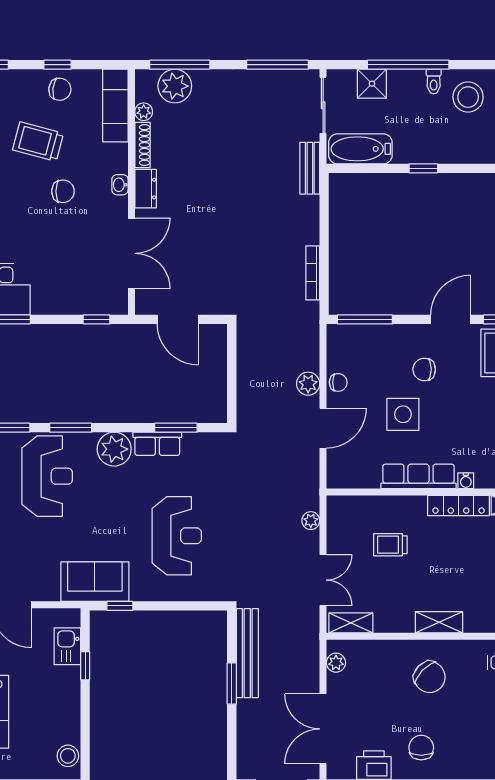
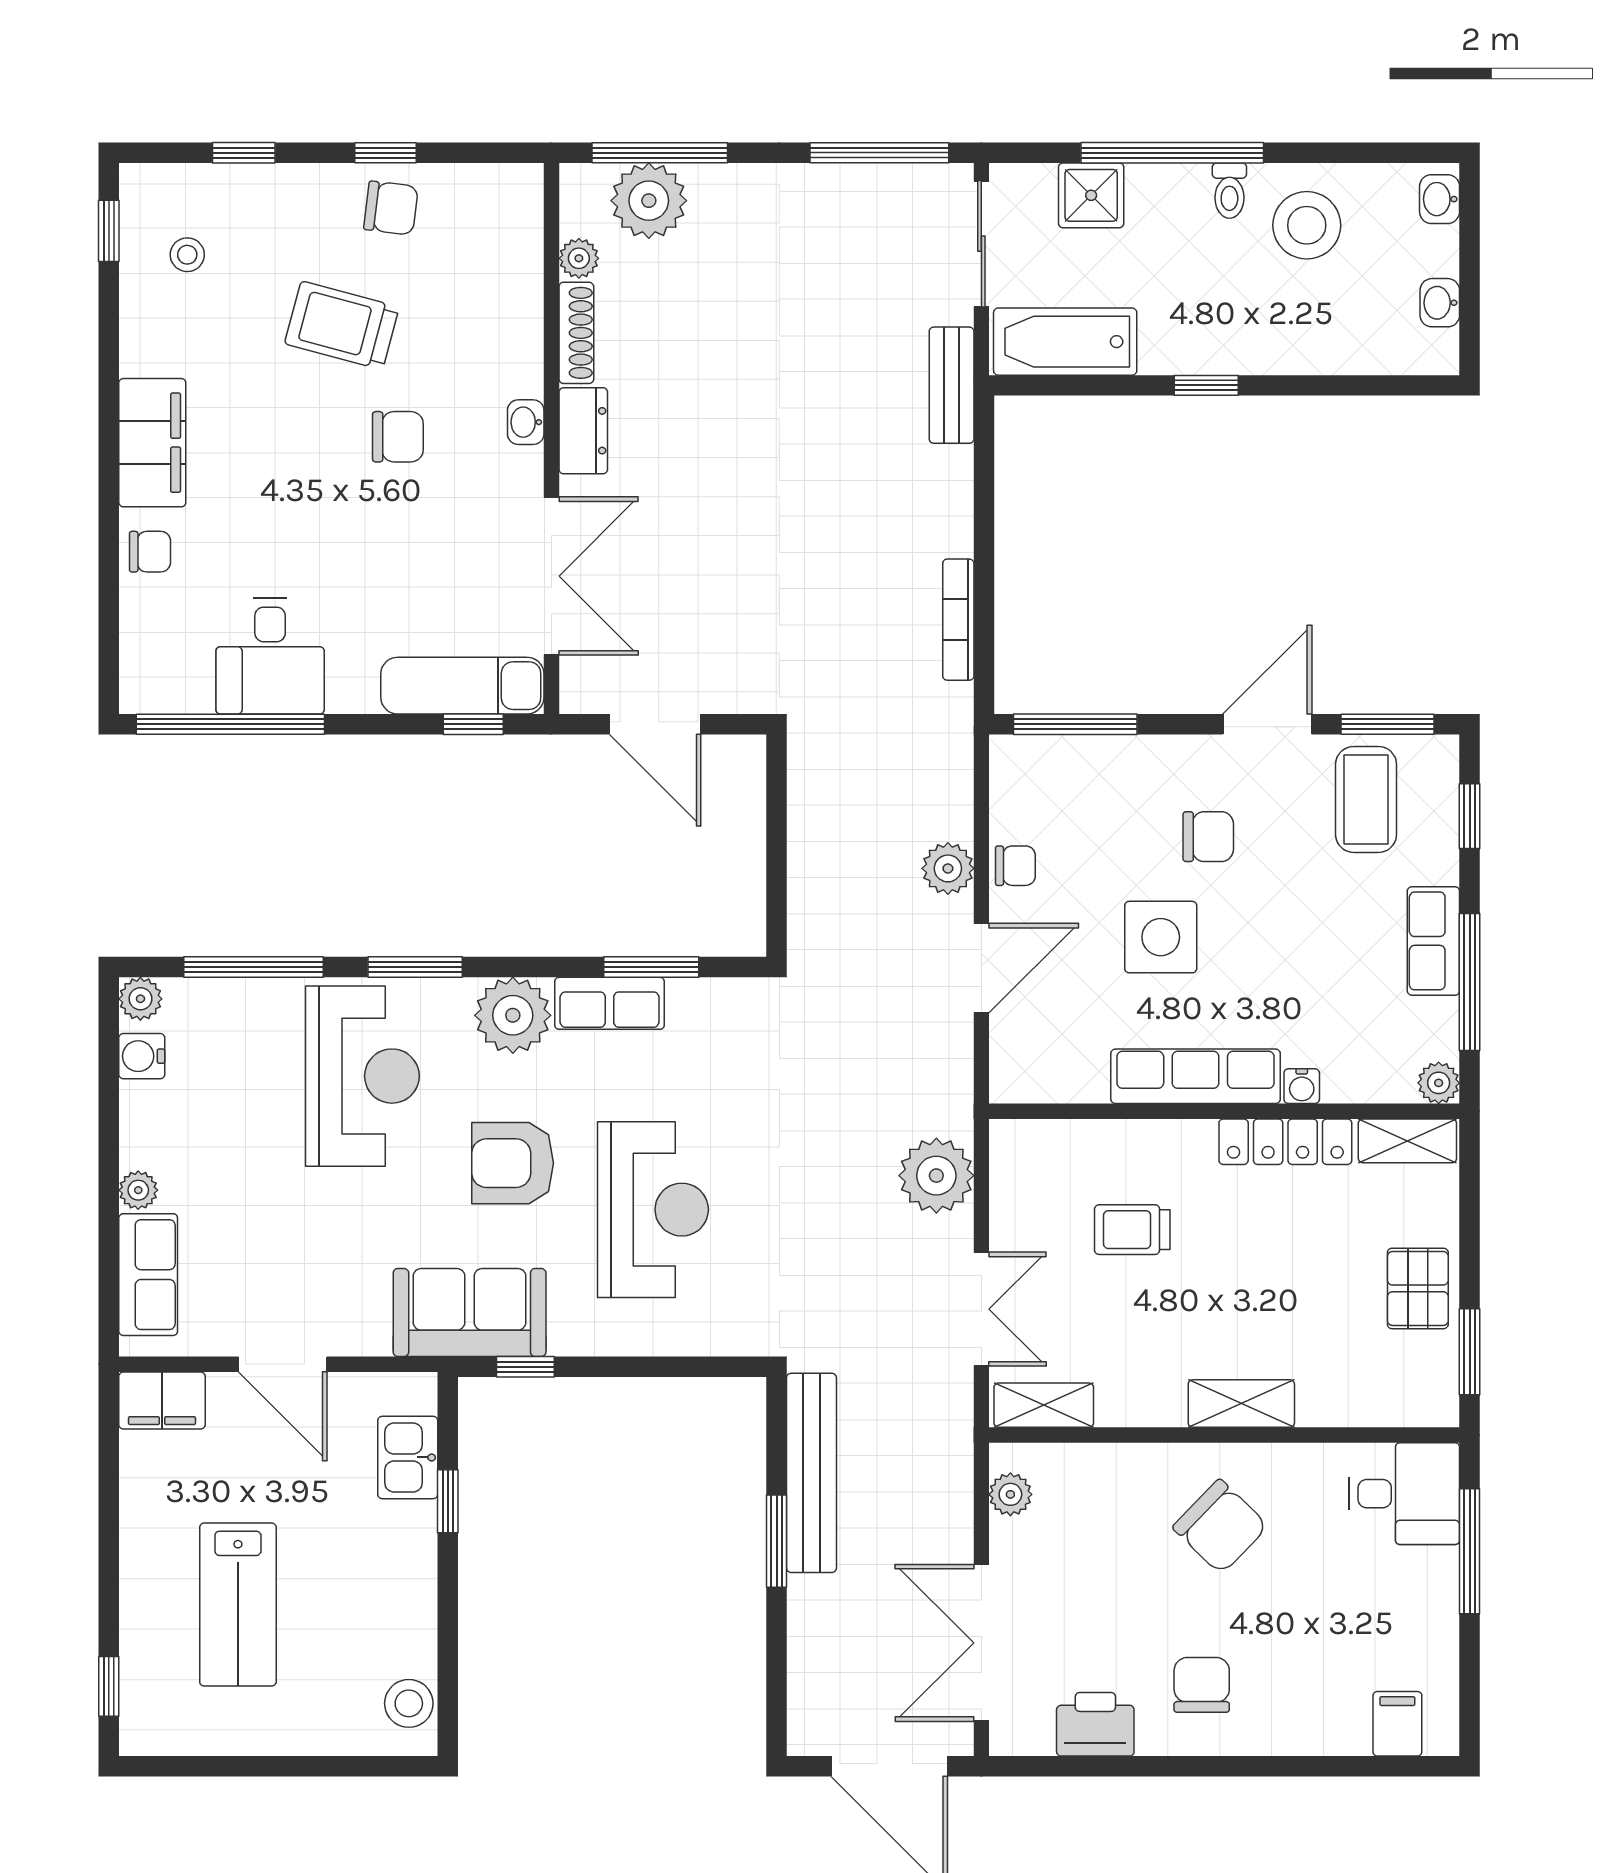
exam couch: (115, 106) -> (462, 686), moved, turned 90
chair: (424, 369) -> (1208, 837), turned 180
armchair: (114, 515) -> (513, 1163), added
plant: (311, 521) -> (936, 1176), width x1.88, depth x1.88

